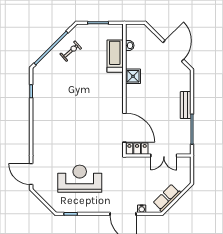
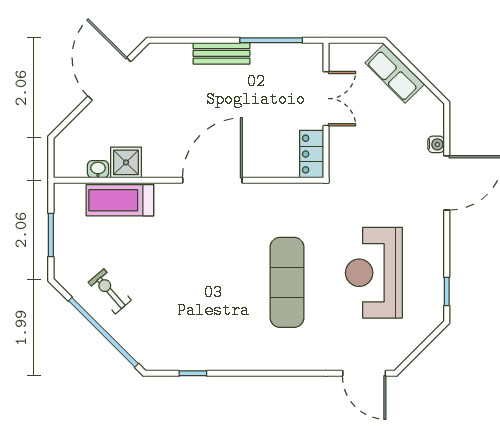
door: (173, 51) -> (109, 79), hinge flipped
shower: (133, 76) -> (126, 162), moved
door: (124, 128) -> (212, 180), moved
exercise mat: (75, 137) -> (287, 282), added
door: (31, 174) -> (364, 373), hinge flipped
row of seats: (167, 198) -> (395, 73), moved

